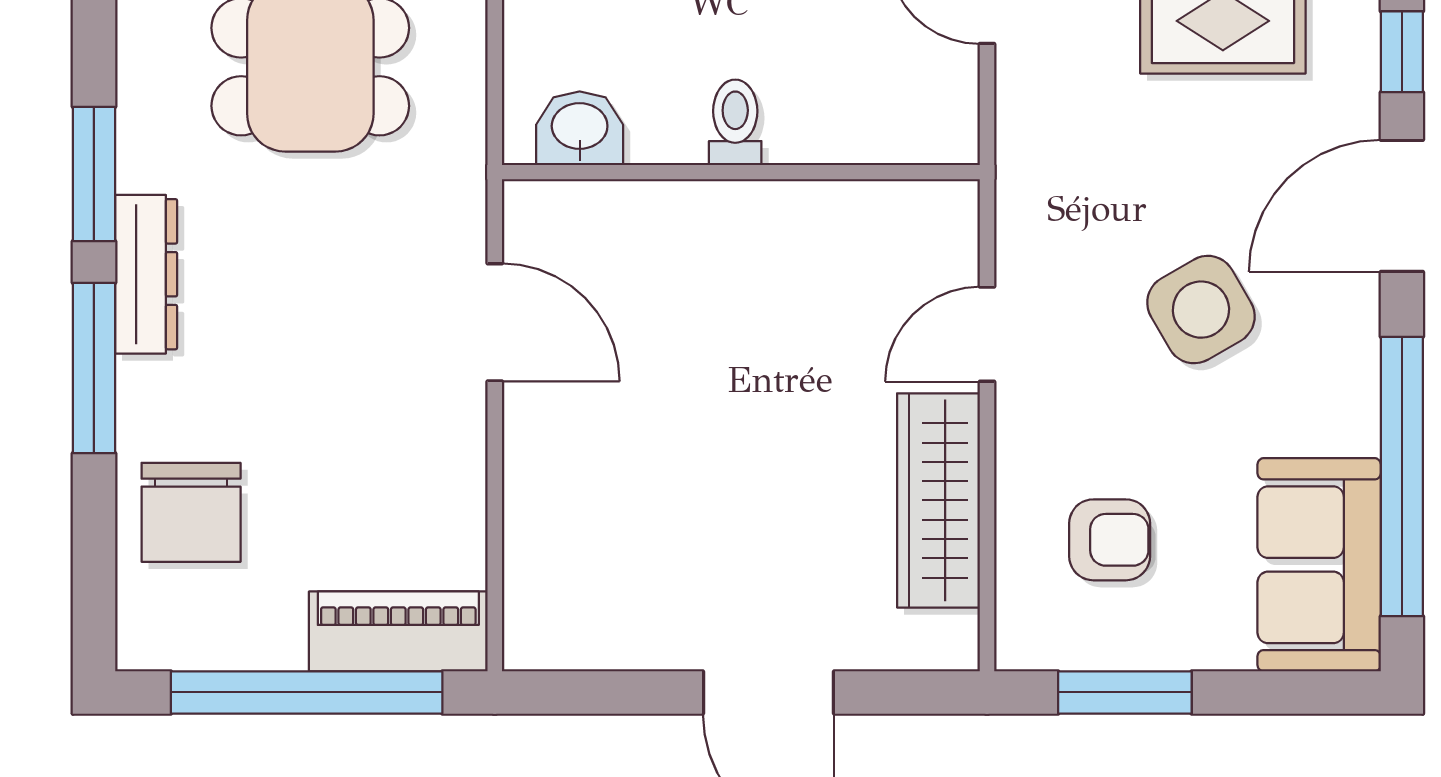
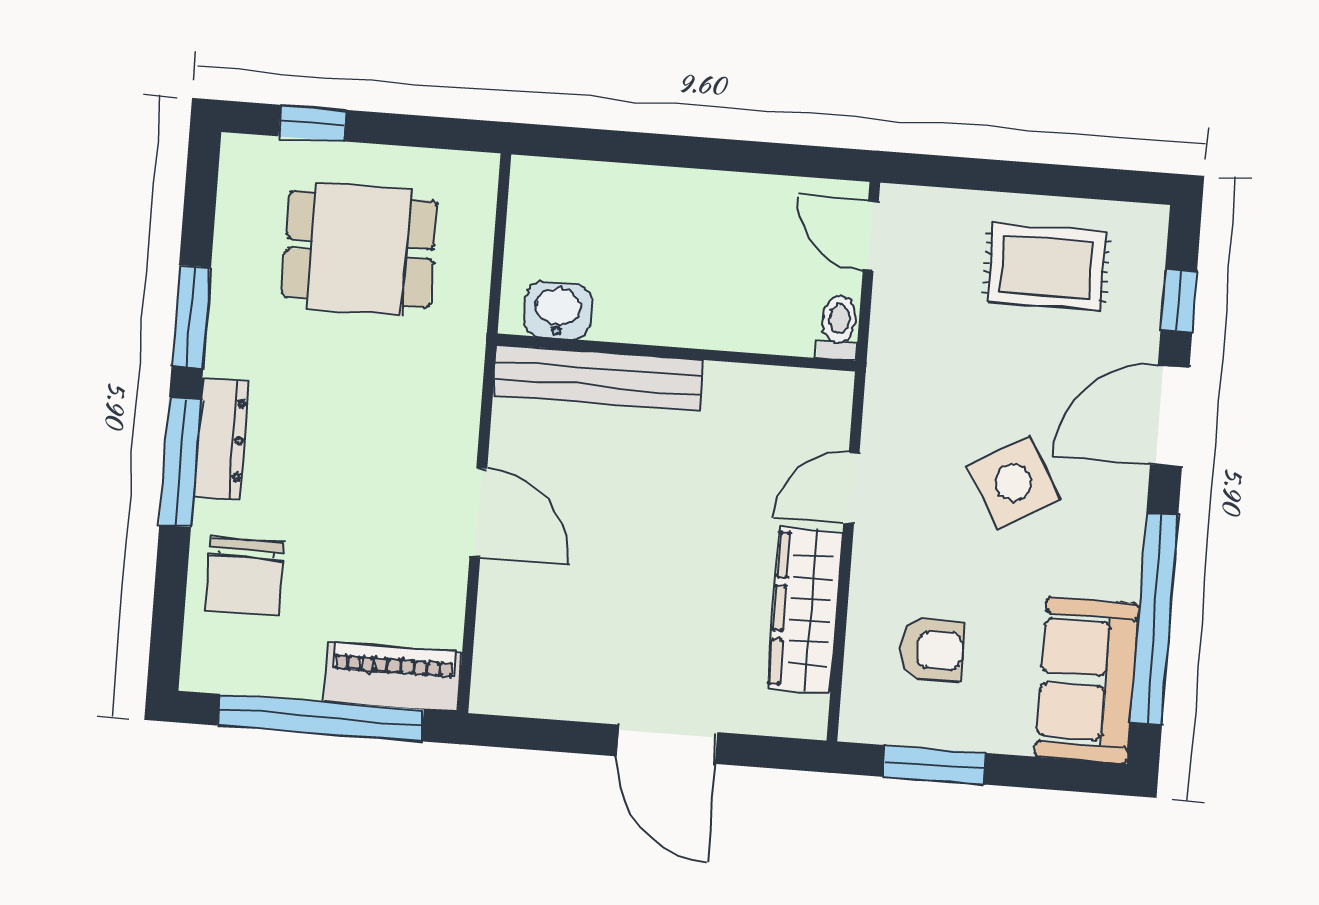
toilet: (735, 122) -> (839, 328), moved
bench: (640, 213) -> (598, 378), added
dresser: (146, 274) -> (221, 439), moved
door: (495, 322) -> (478, 513), moved

